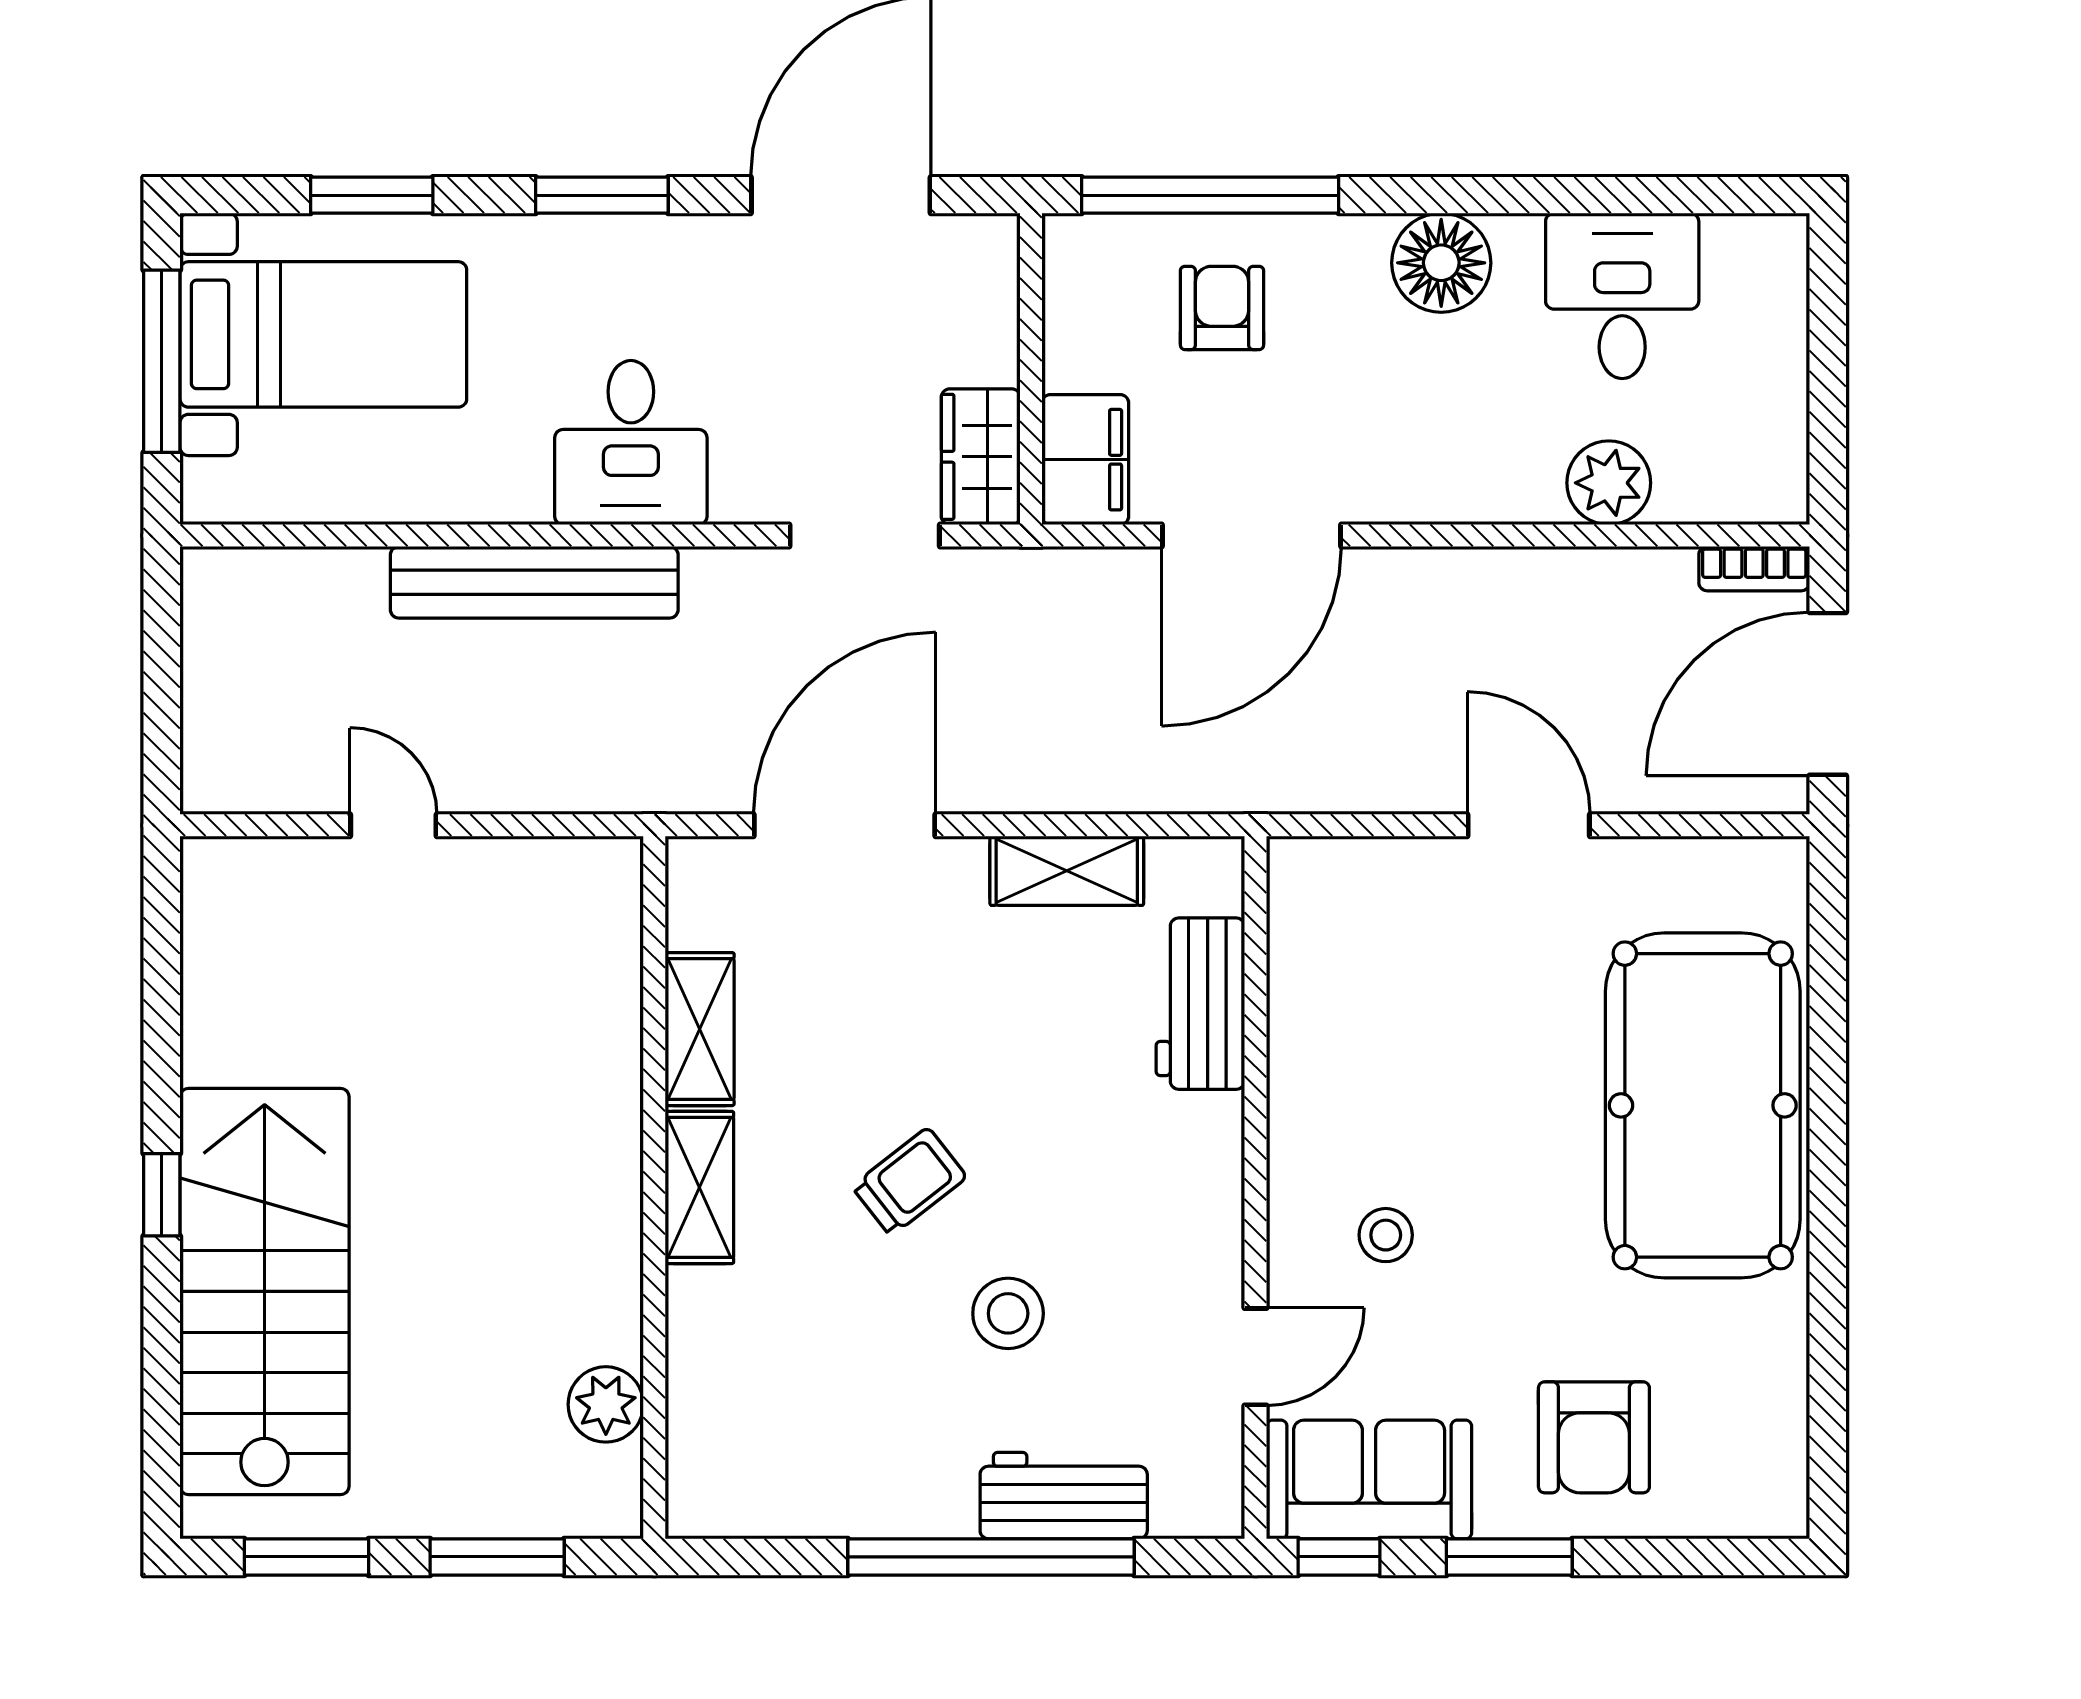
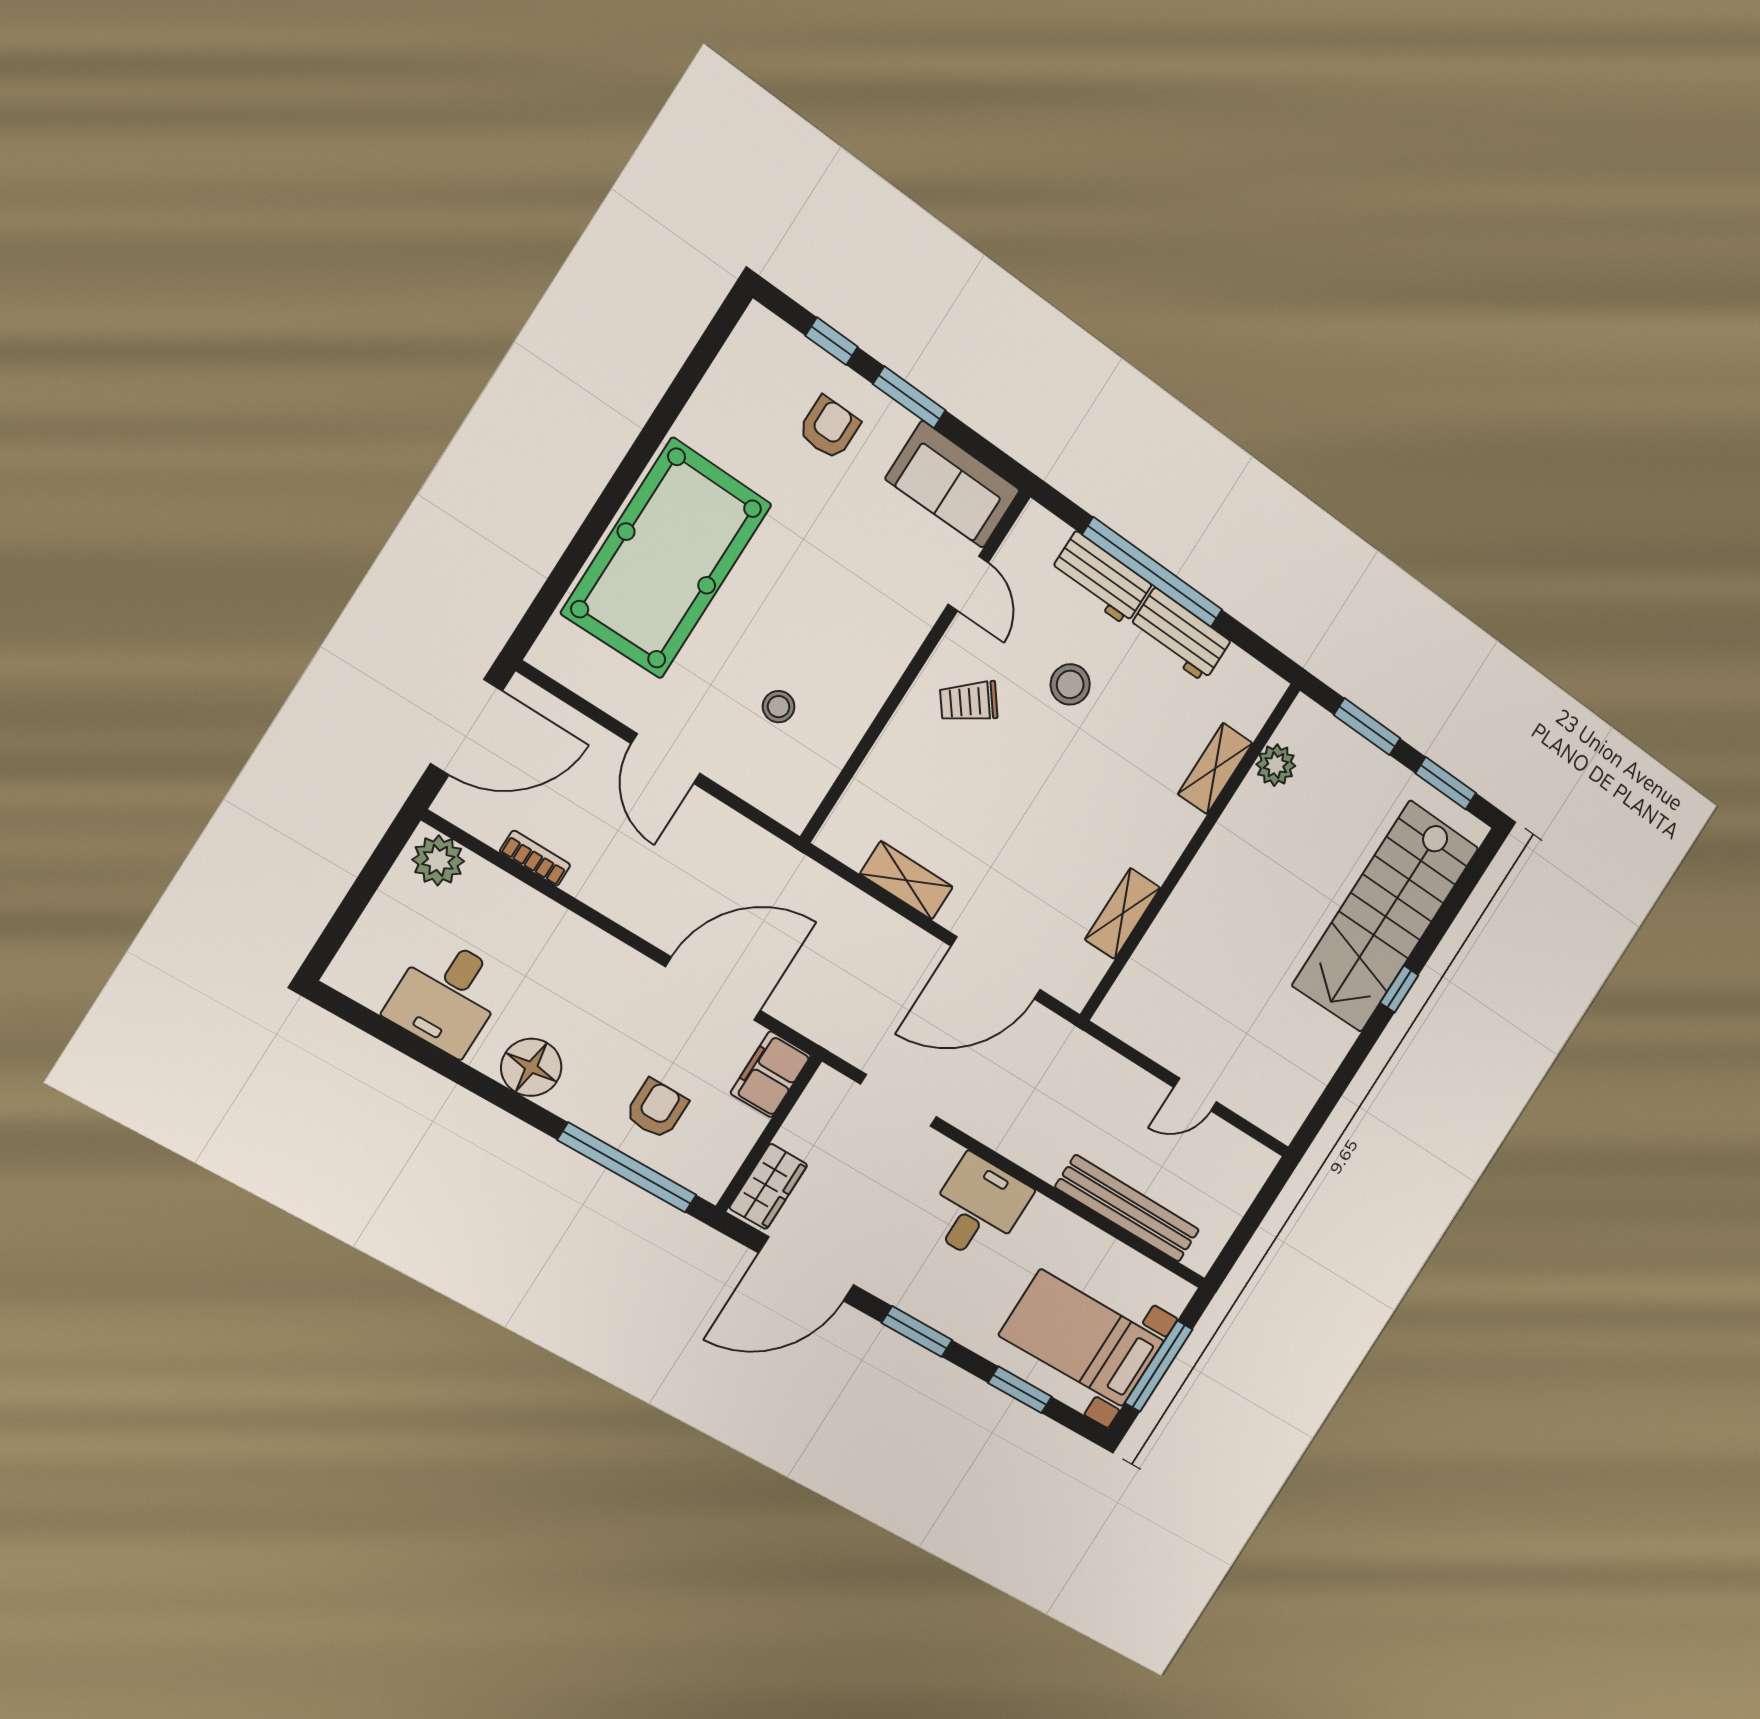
armchair: (1222, 308) -> (657, 1109), turned 180
wardrobe: (981, 457) -> (768, 1186), moved
plant: (1609, 483) -> (438, 860), moved
bookcase: (1754, 569) -> (535, 858), moved
bench: (534, 582) -> (1128, 1209), moved
door: (393, 825) -> (1195, 1095), hinge flipped
workbench: (1200, 1004) -> (1180, 635), moved, turned 90
trolley: (909, 1182) -> (969, 702), moved
shelving: (699, 1187) -> (1215, 769), moved
stool: (1386, 1235) -> (779, 707), moved
door: (1256, 1357) -> (968, 583), swing flipped
armchair: (1594, 1437) -> (829, 428), width x0.72, depth x0.72
window: (1339, 1557) -> (832, 341), moved

